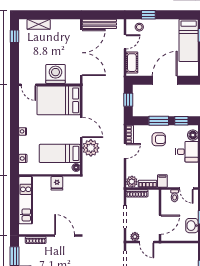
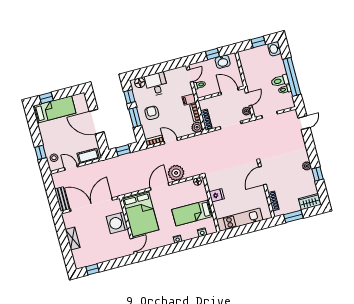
shelving: (39, 24) -> (73, 238), moved
bench: (99, 24) -> (62, 199), width x0.73
bed: (60, 153) -> (192, 213), moved, turned 90

